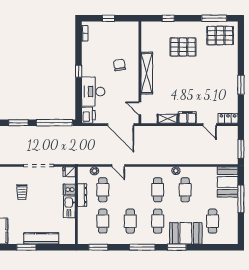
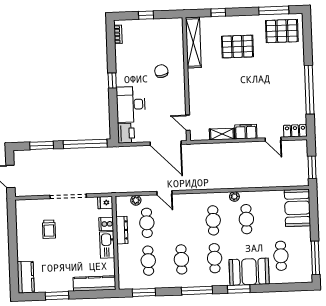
shelving: (147, 73) -> (193, 43), moved
window: (241, 85) -> (309, 90), width x2.11
window: (241, 199) -> (315, 258), moved
kitchen counter: (41, 238) -> (94, 284), moved

